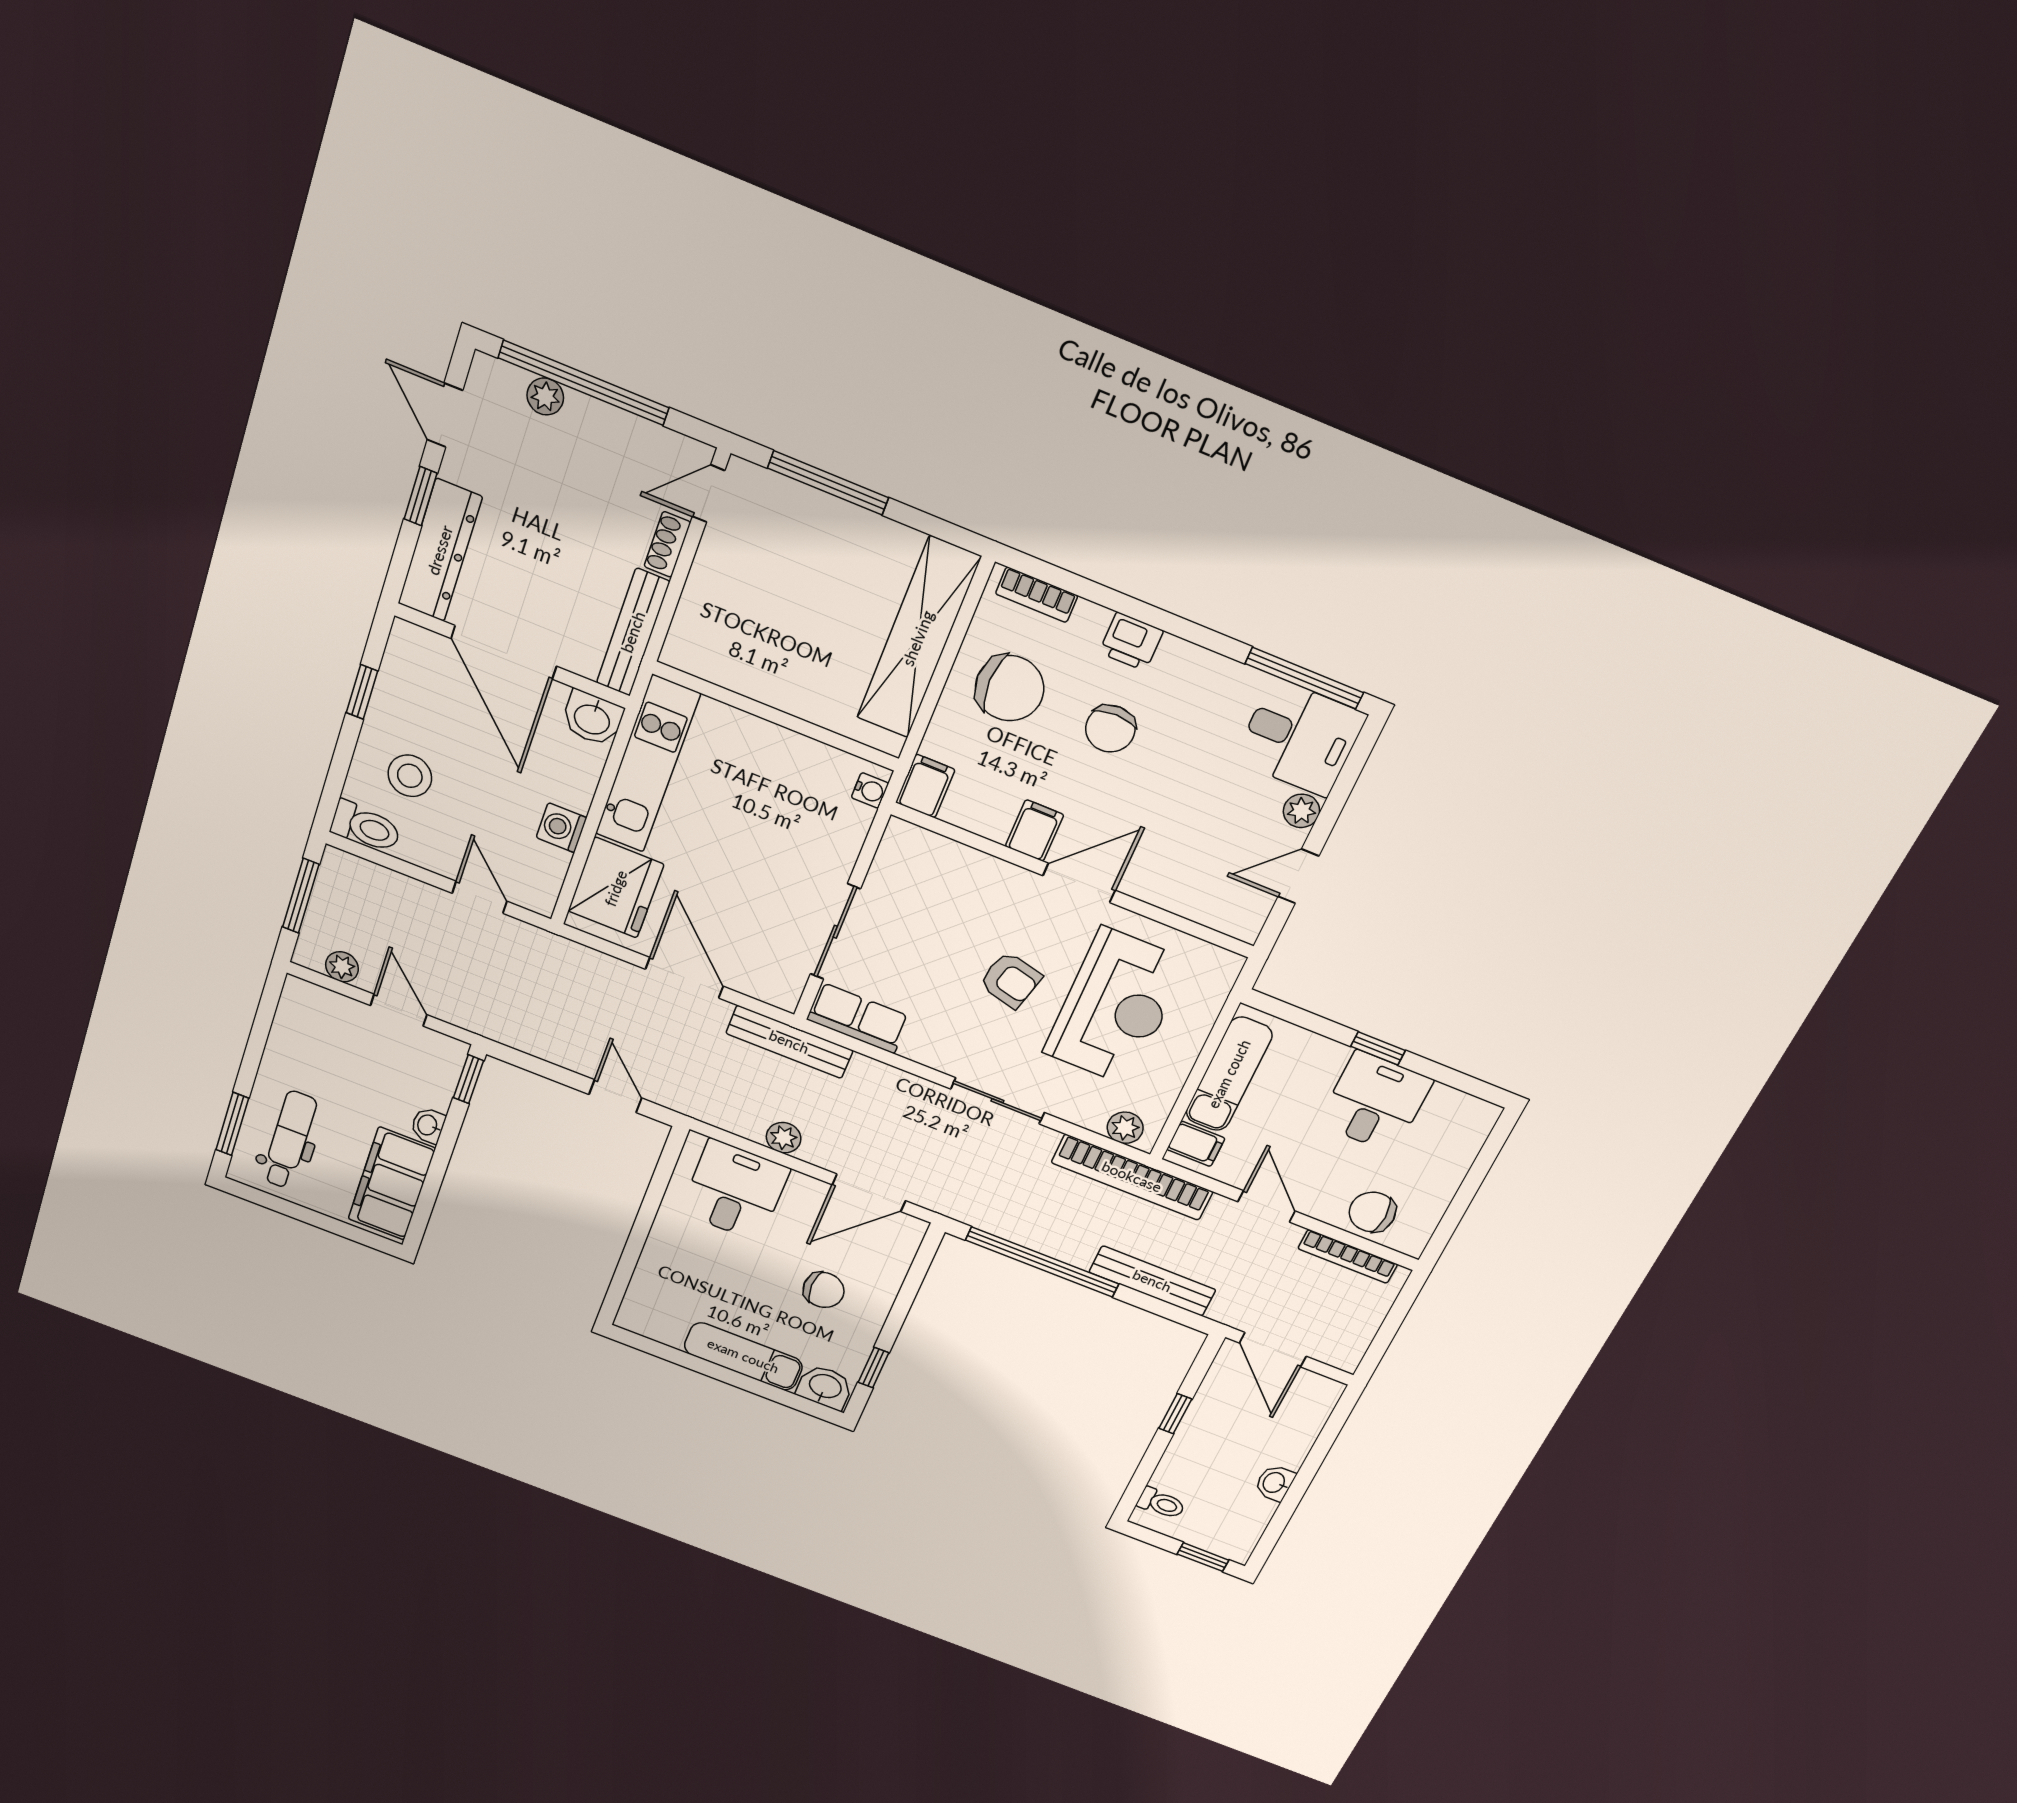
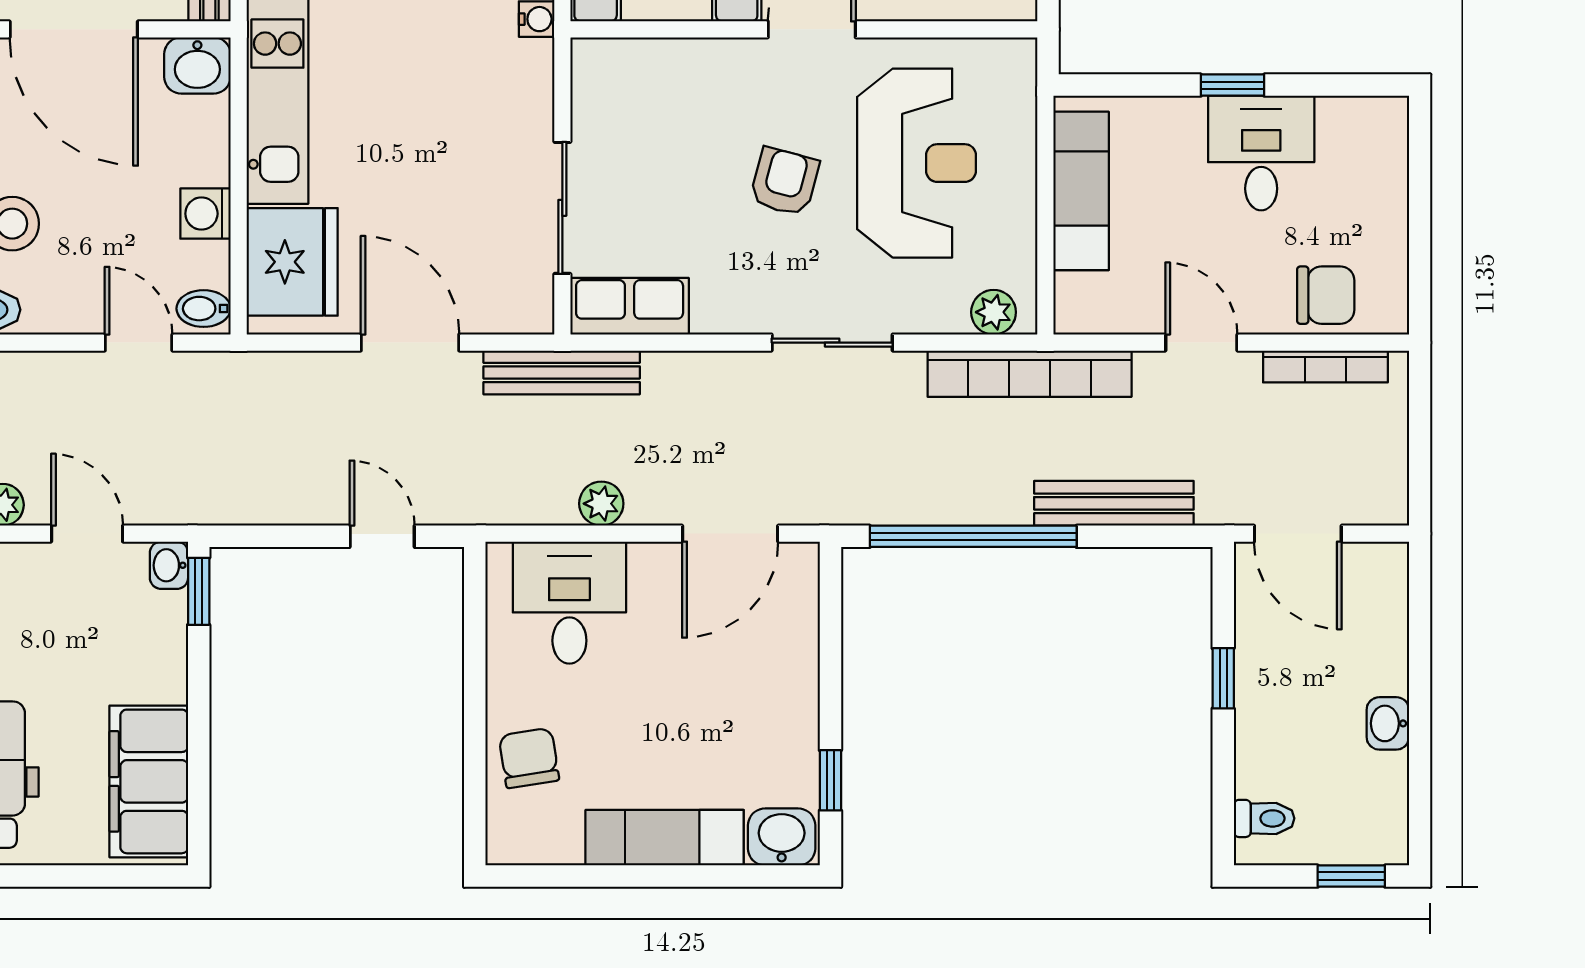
bidet: (537, 893) -> (204, 309), added
armchair: (1011, 980) -> (784, 182), turned -89
washbasin: (428, 1125) -> (169, 565), moved
filing cabinet: (1196, 1144) -> (1084, 297), removed
chair: (1372, 1212) -> (1326, 295), turned 180
chair: (824, 1290) -> (529, 758), moved, turned -99

